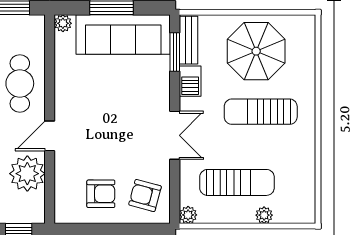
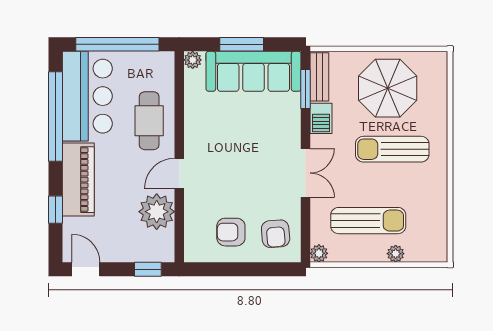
armchair: (101, 194) -> (231, 232), turned 180
armchair: (145, 196) -> (276, 234), turned -110

